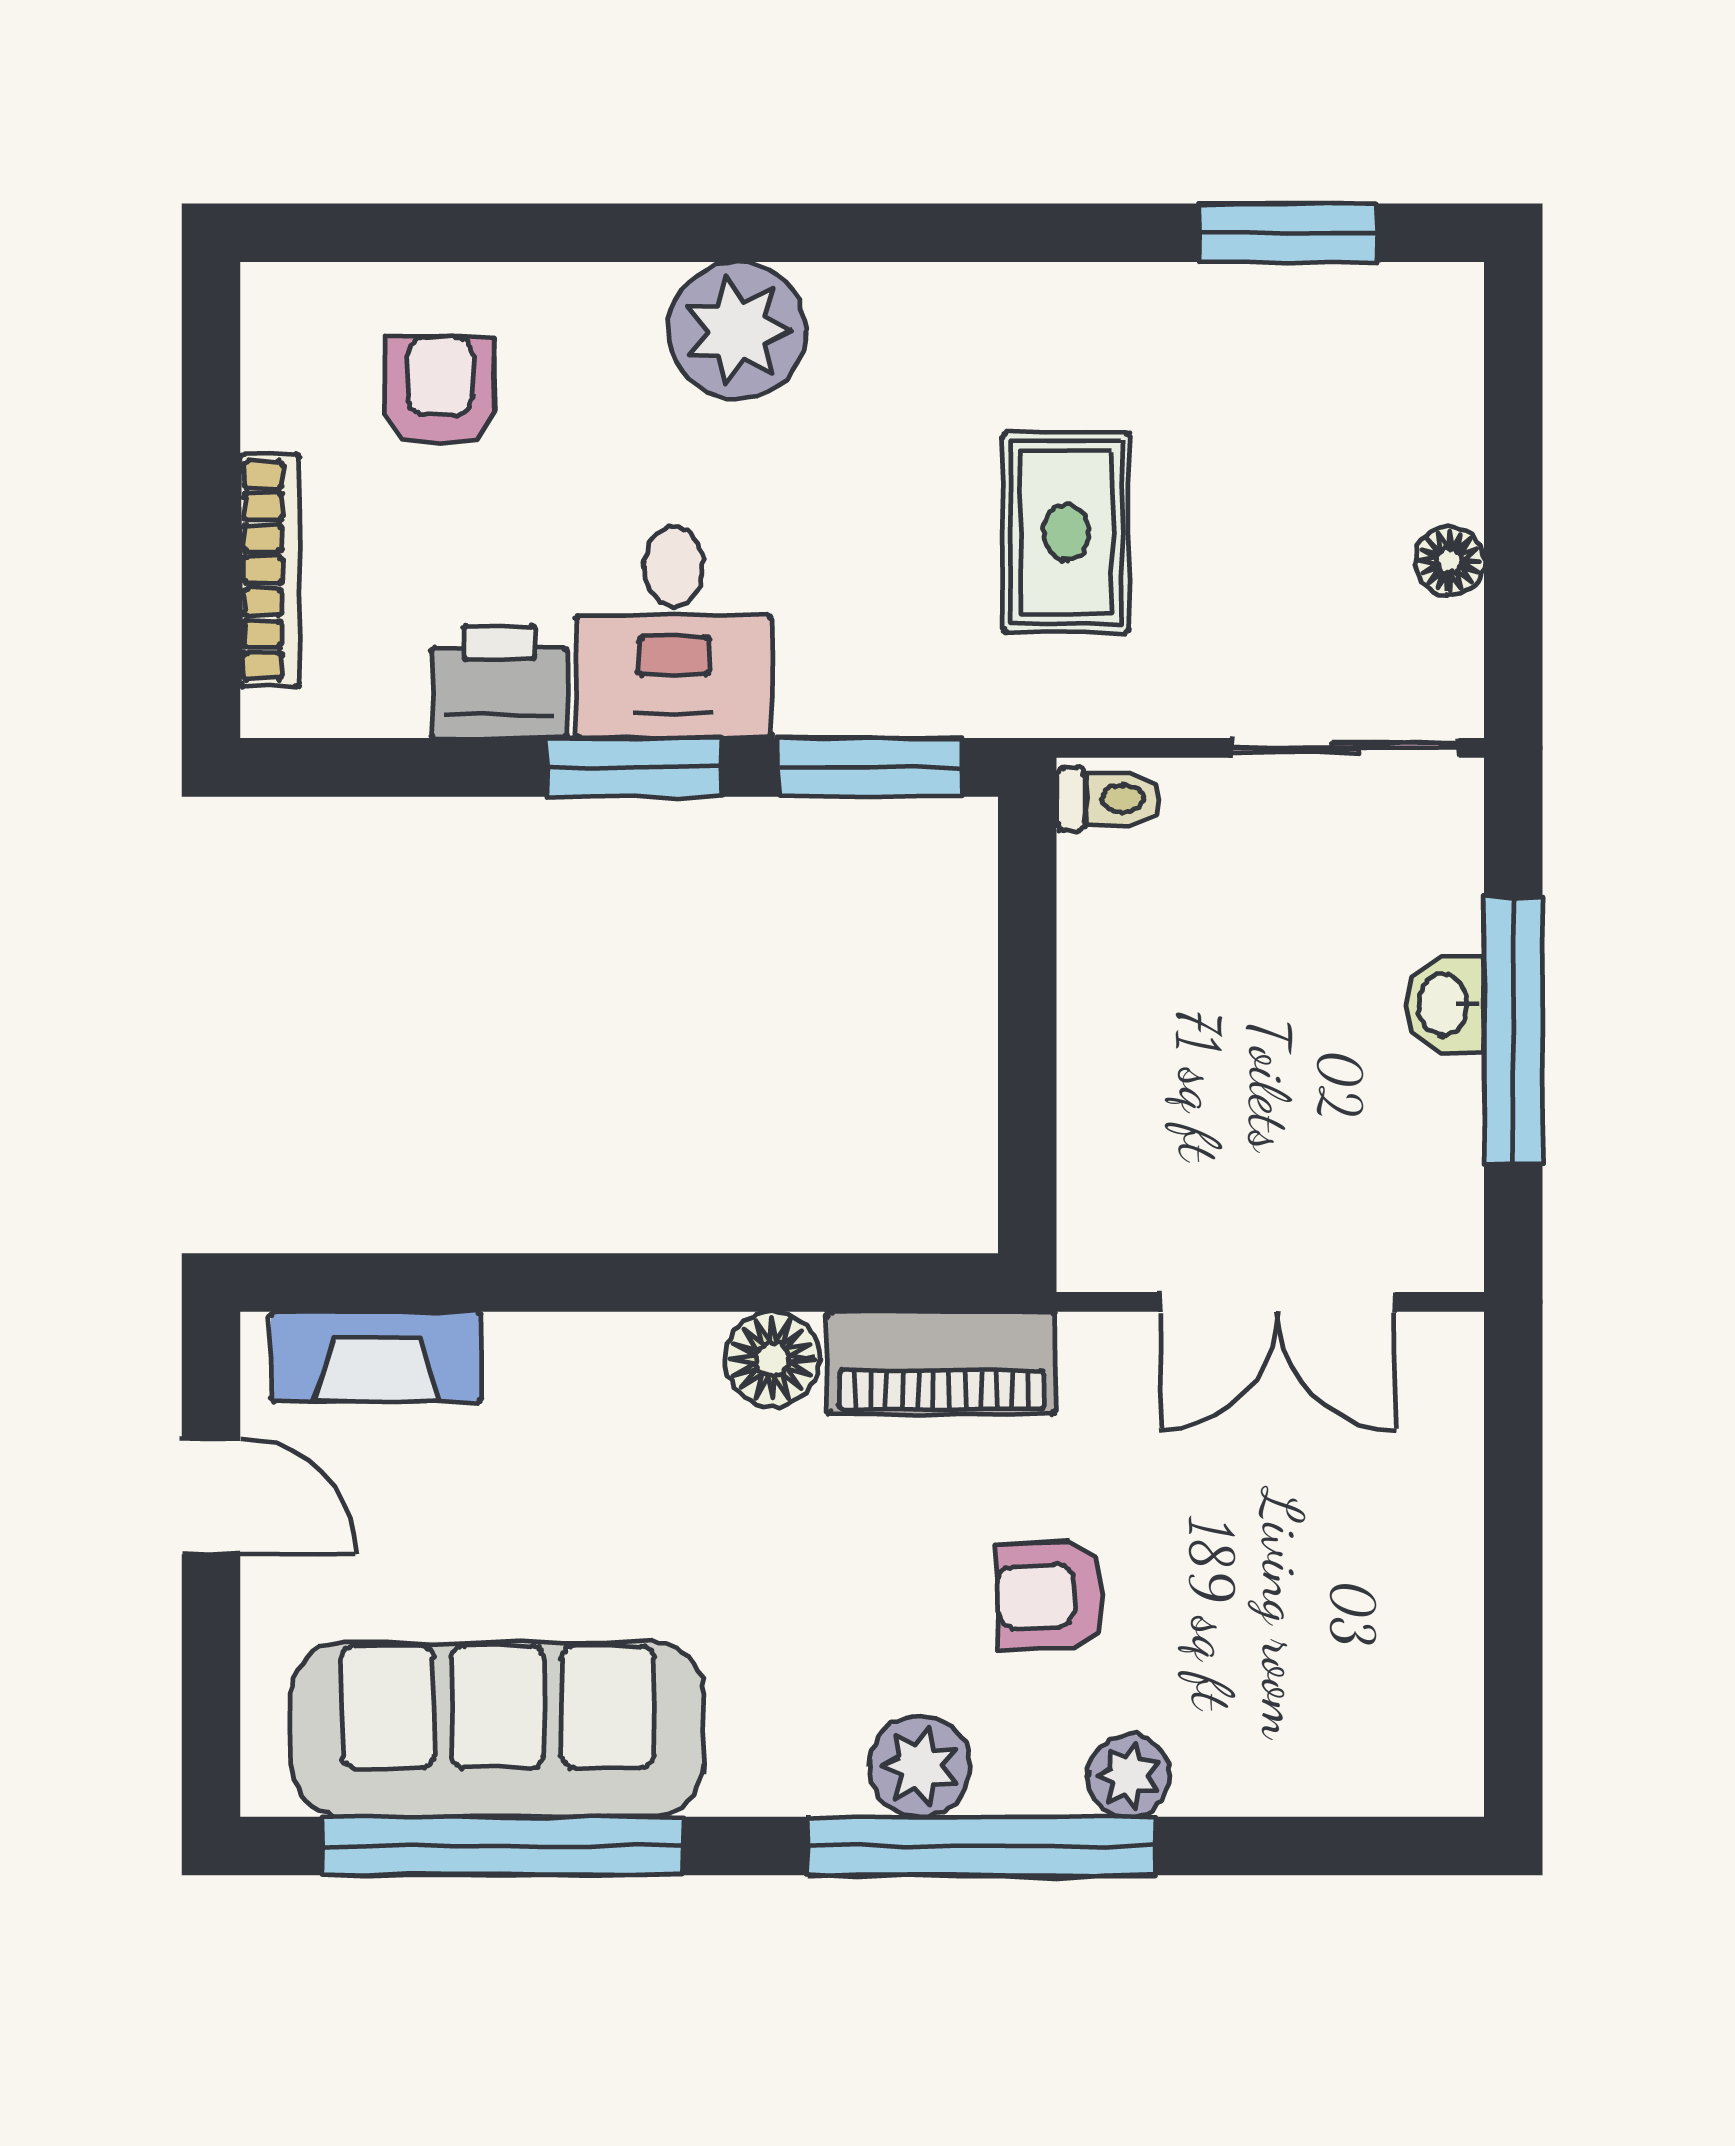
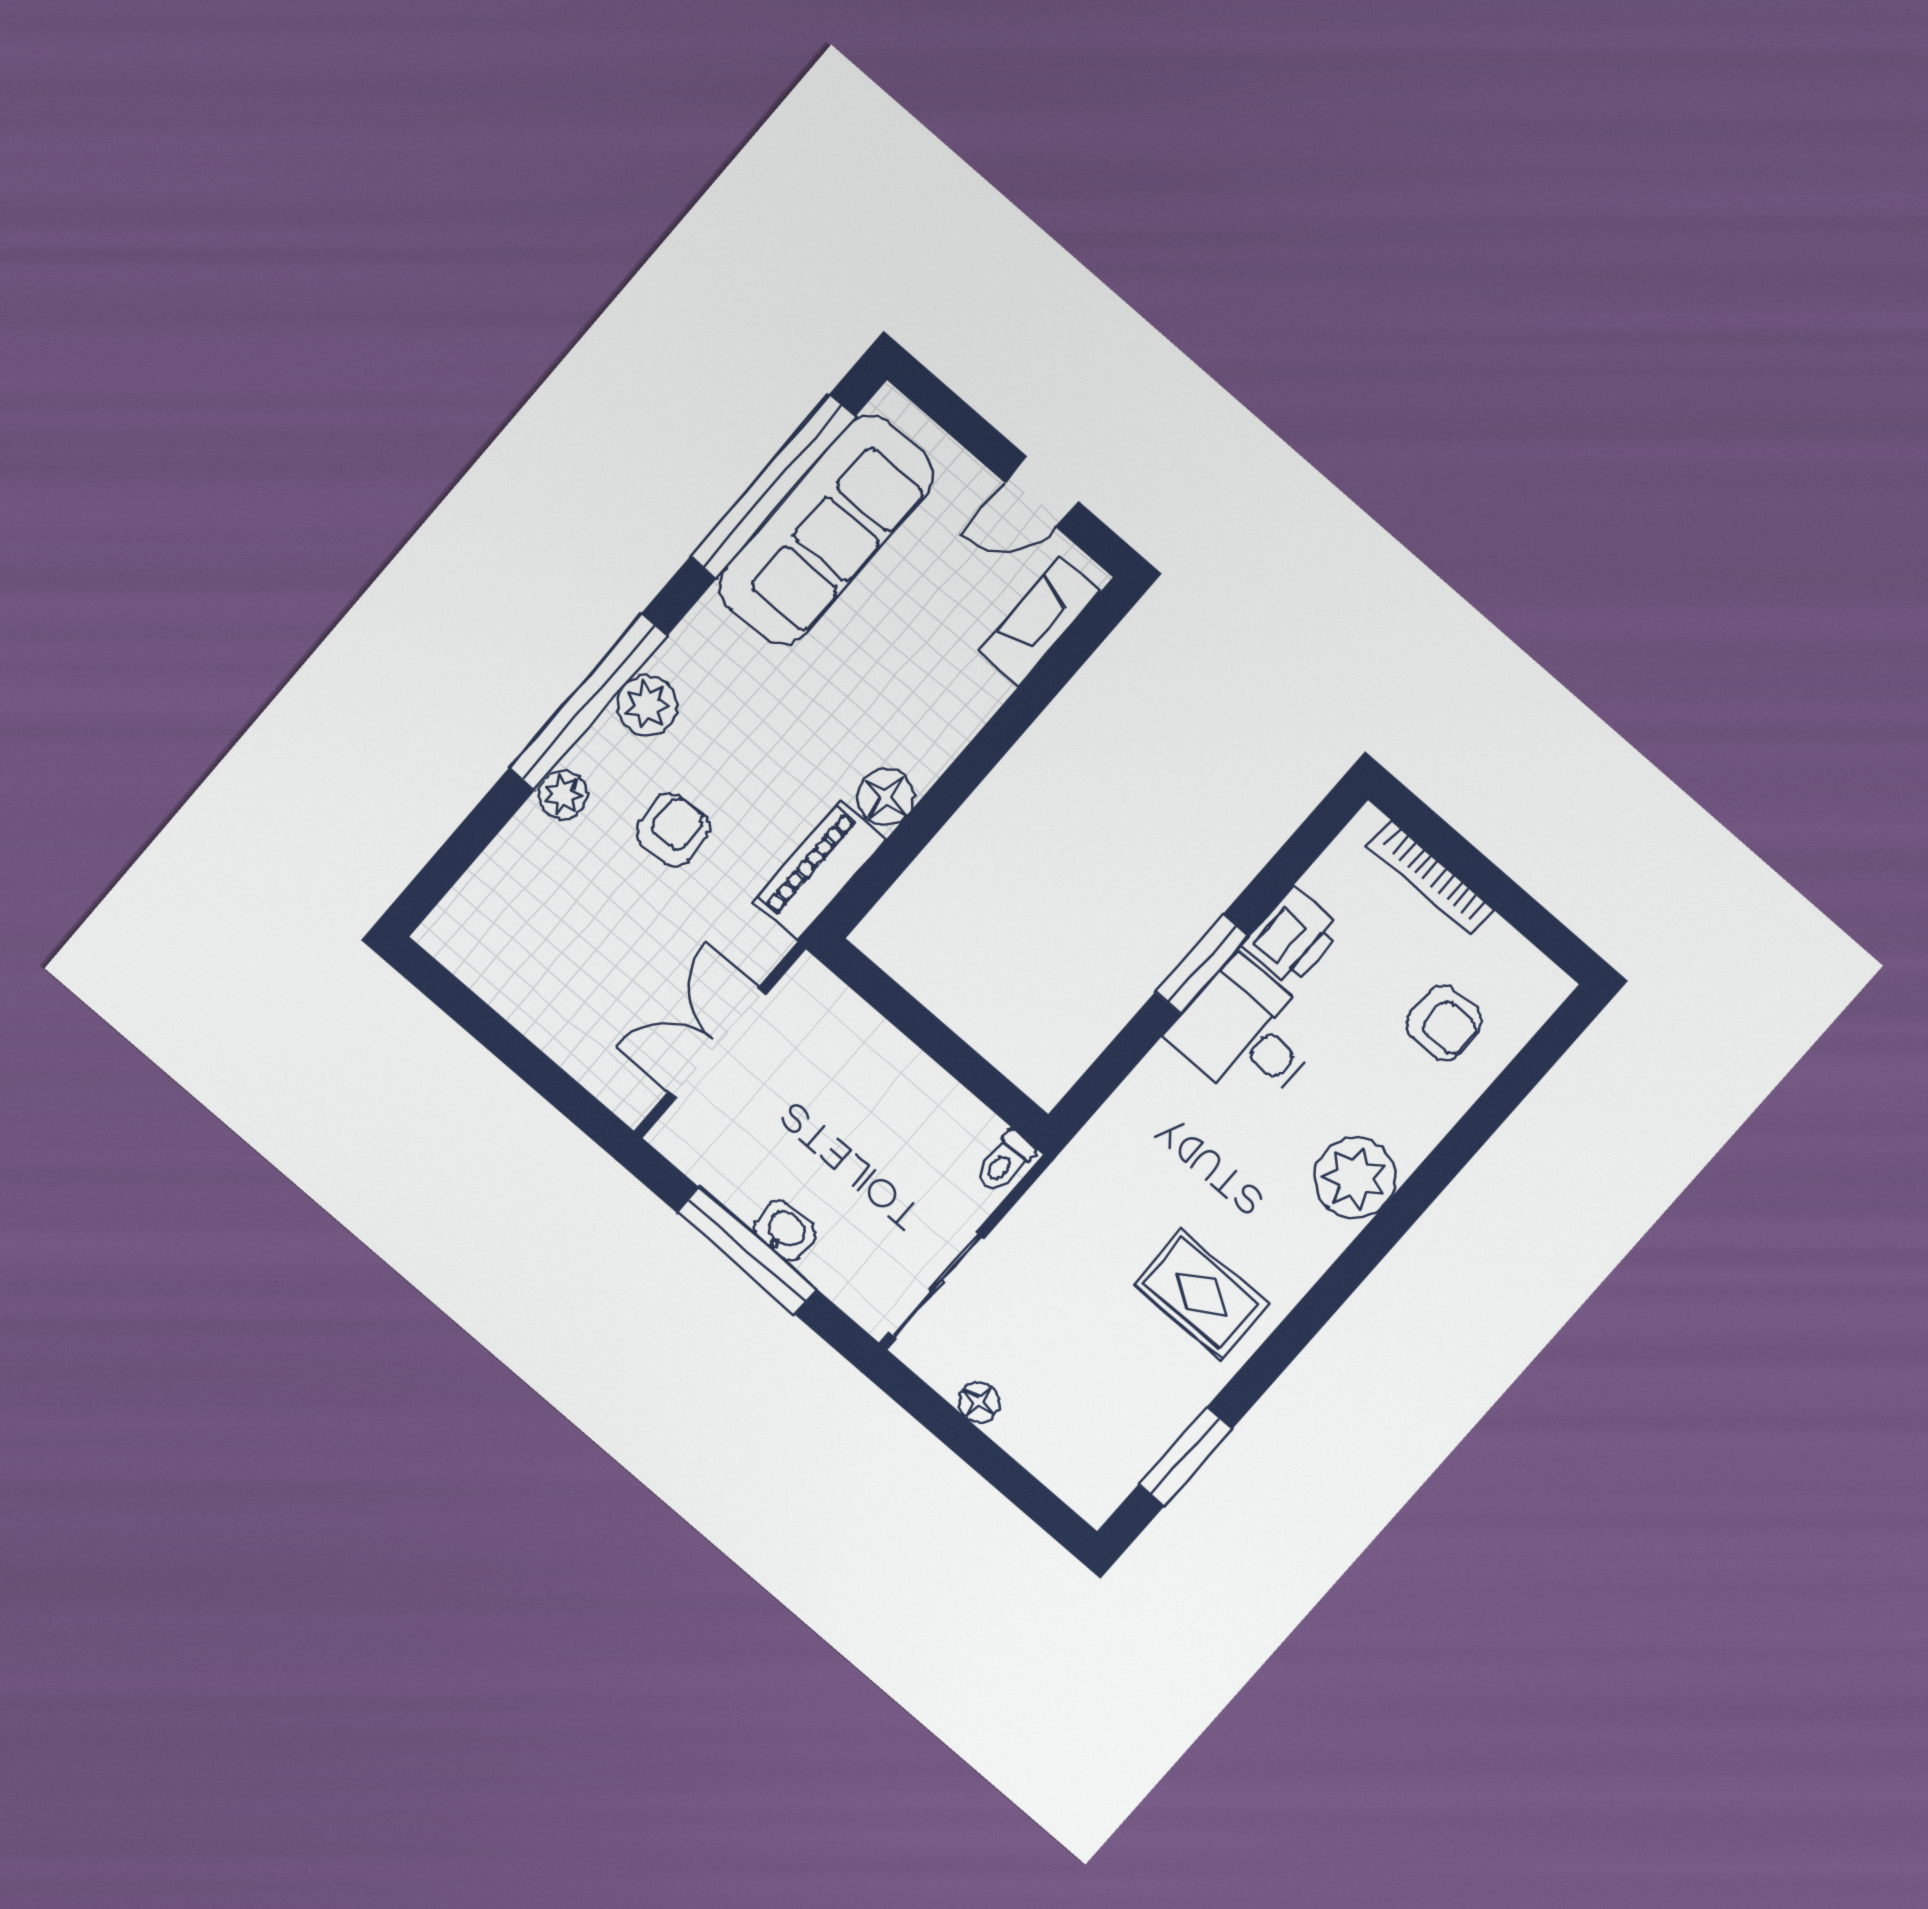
rug: (1066, 532) -> (1201, 1294), moved
window: (869, 767) -> (1111, 1068), removed

